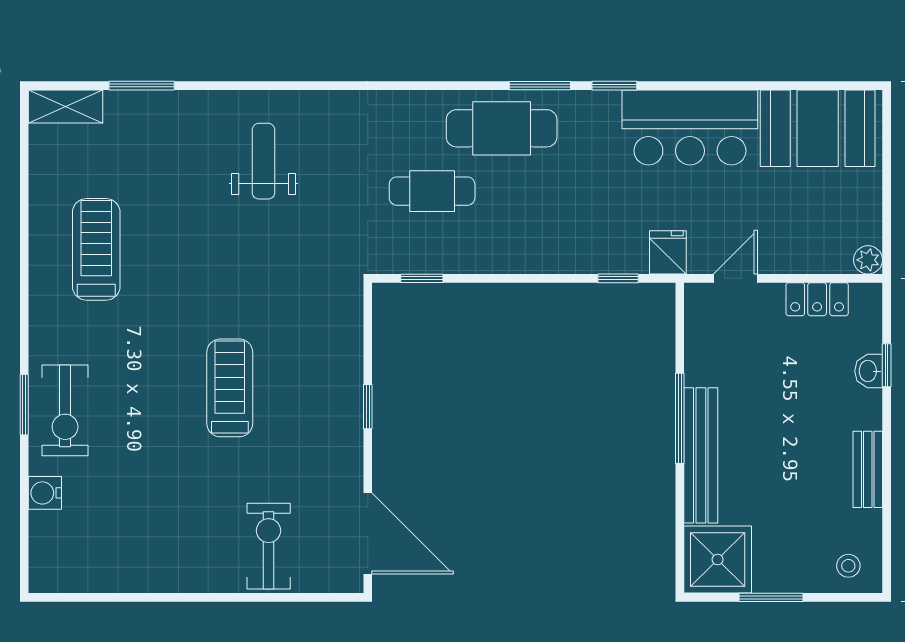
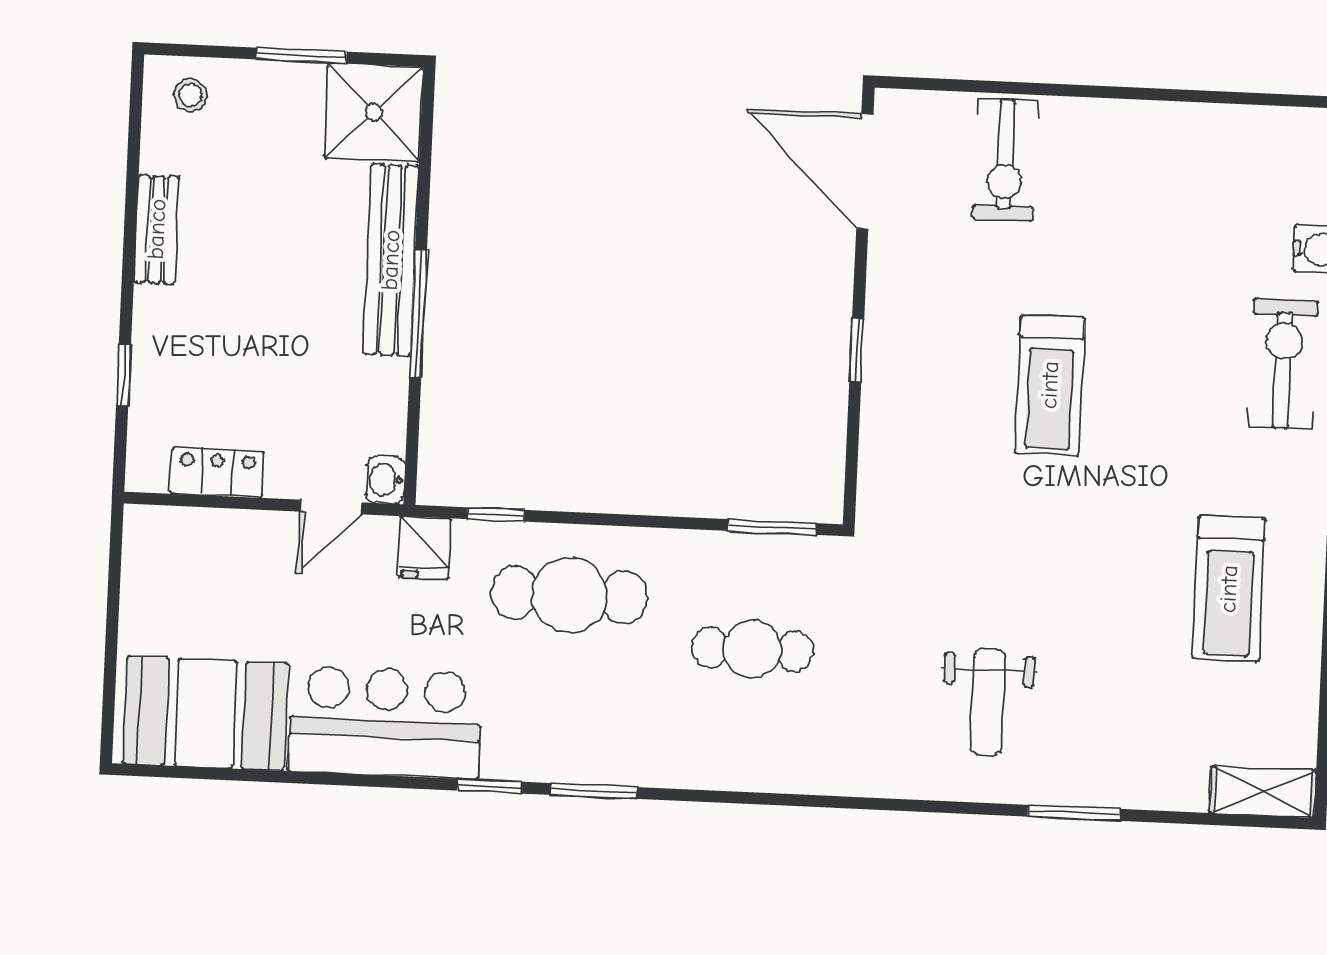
window: (142, 86) -> (1074, 813), moved
cafe table: (502, 128) -> (569, 595), moved
plant: (868, 260) -> (143, 525), removed
window: (422, 278) -> (772, 527), width x1.50
washbasin: (869, 371) -> (385, 480), moved, turned 180

